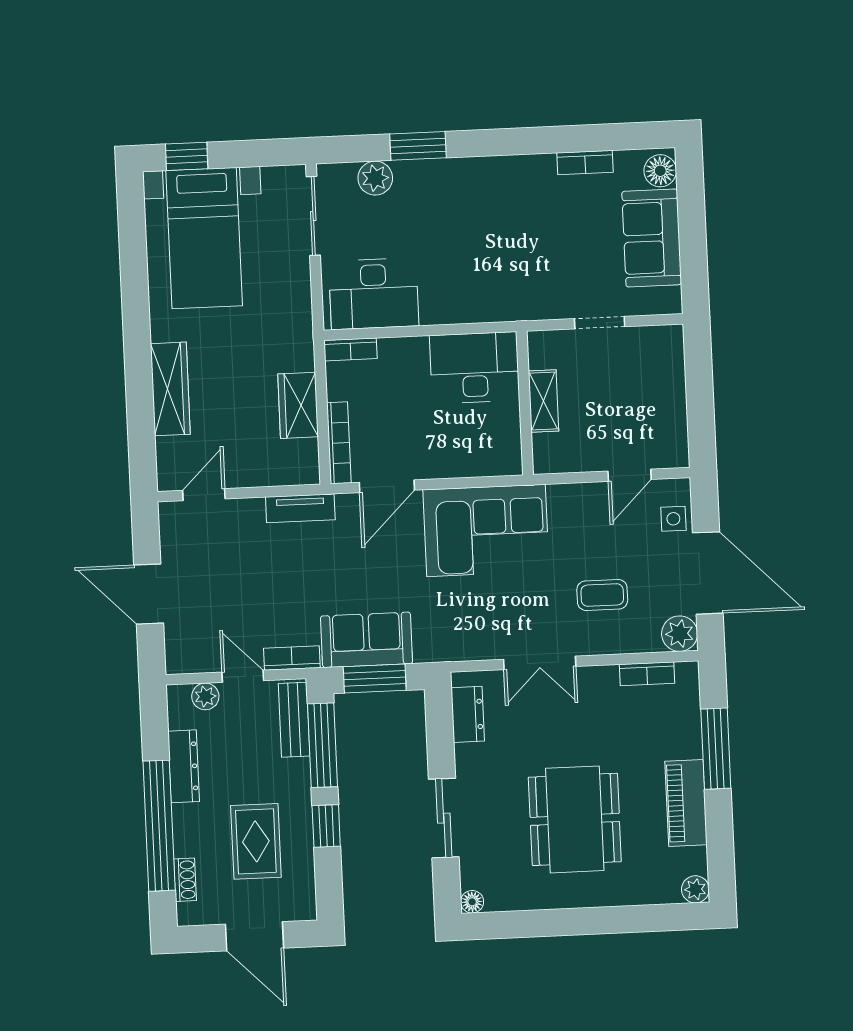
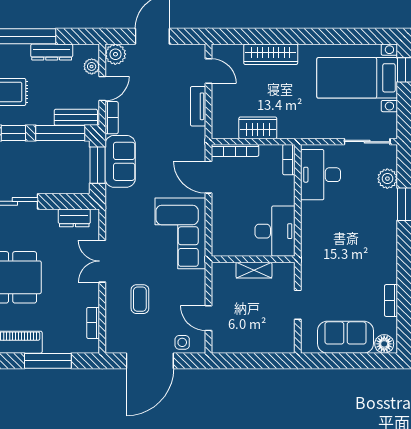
tv unit: (300, 508) -> (198, 106), moved
plant: (680, 634) -> (115, 54), moved

